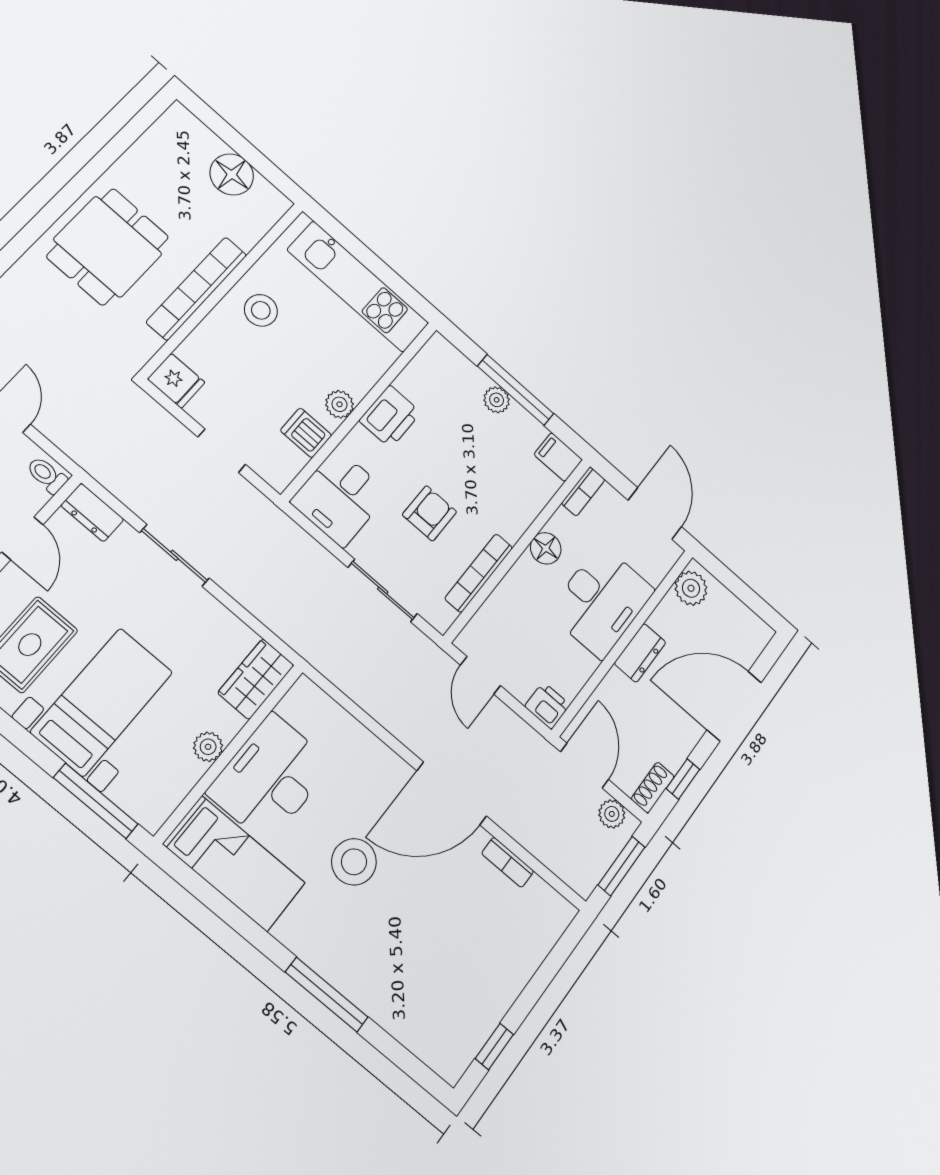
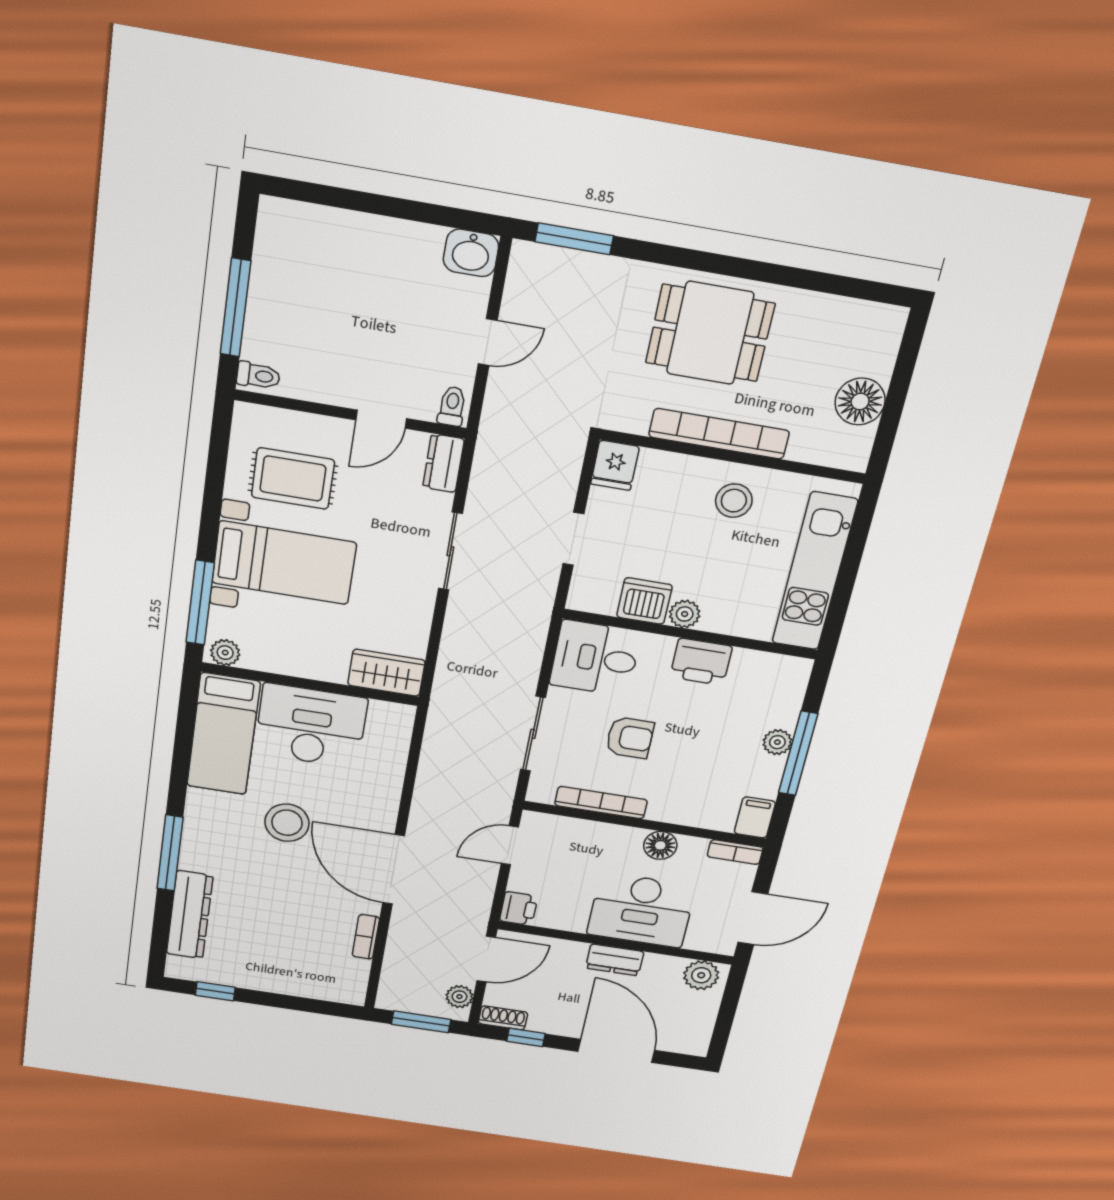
dishwasher: (306, 433) -> (644, 601), width x1.38
plant: (208, 747) -> (225, 653), moved
dresser: (401, 1018) -> (190, 915), added

